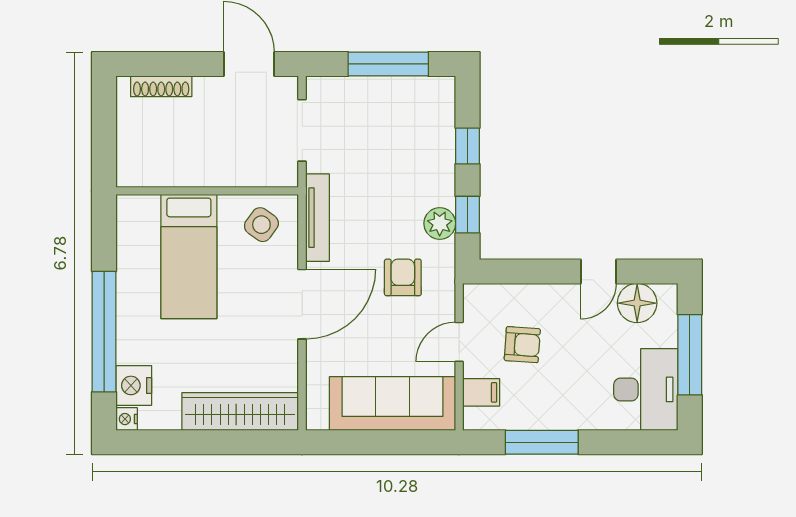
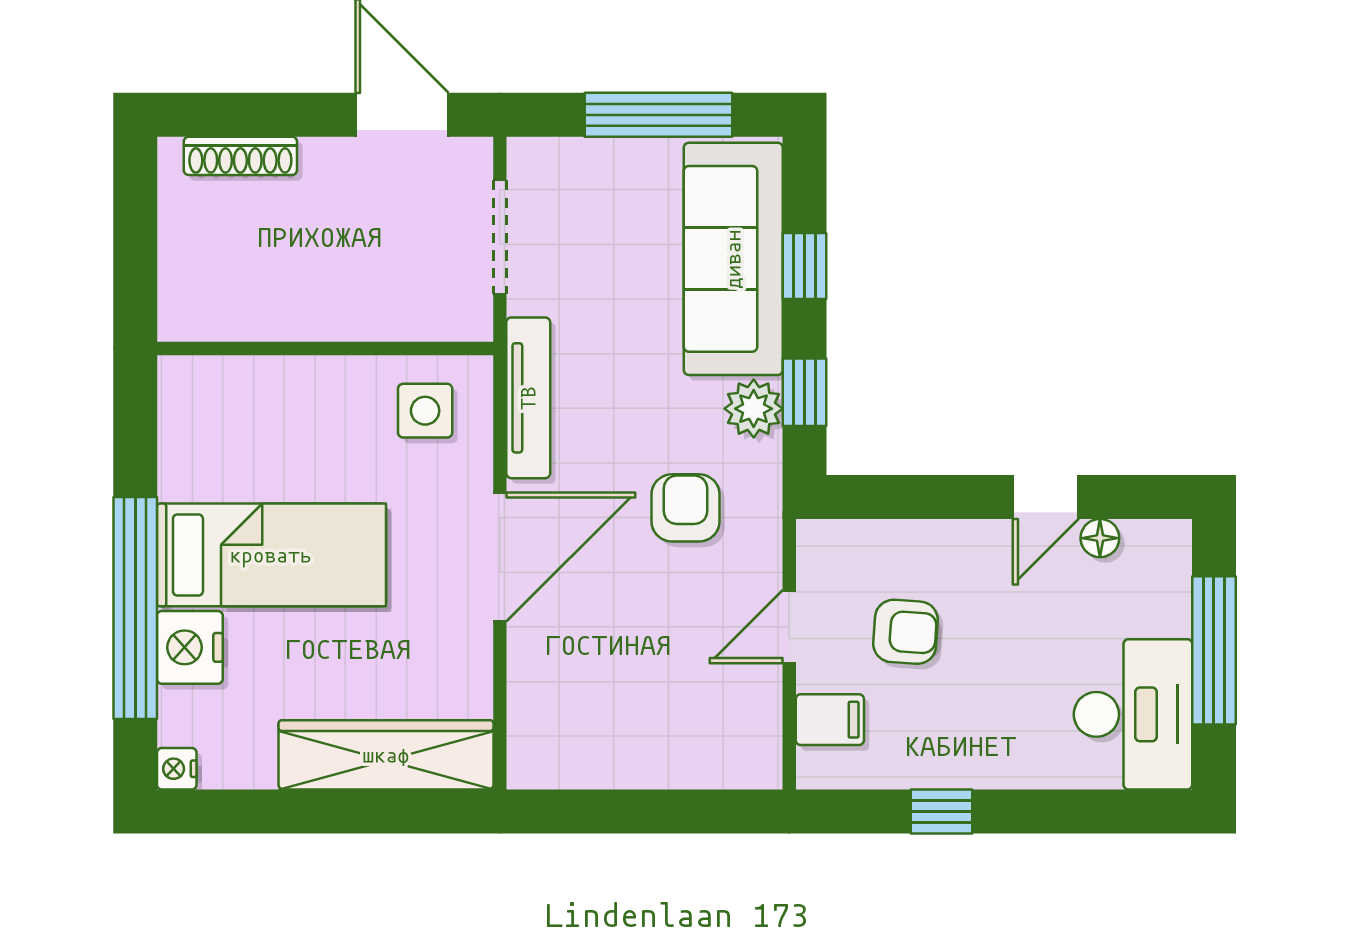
side table: (261, 225) -> (425, 411), turned -36
bed: (189, 257) -> (271, 555), moved, turned -90
floor lamp: (637, 303) -> (1100, 538), width x0.53, depth x0.53
nightstand: (134, 385) -> (190, 647), moved
sofa: (393, 404) -> (733, 259), moved, turned -90
window: (542, 442) -> (941, 811), width x0.46

